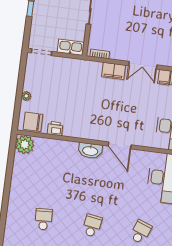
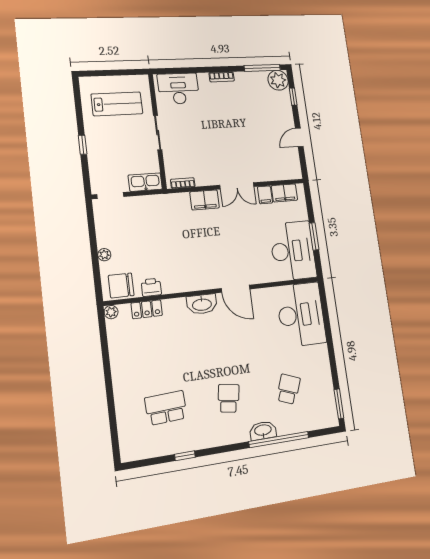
plant: (25, 144) -> (111, 312), width x0.53, depth x0.53
locker: (47, 144) -> (147, 309), added
school desk: (43, 219) -> (166, 408), width x1.85

